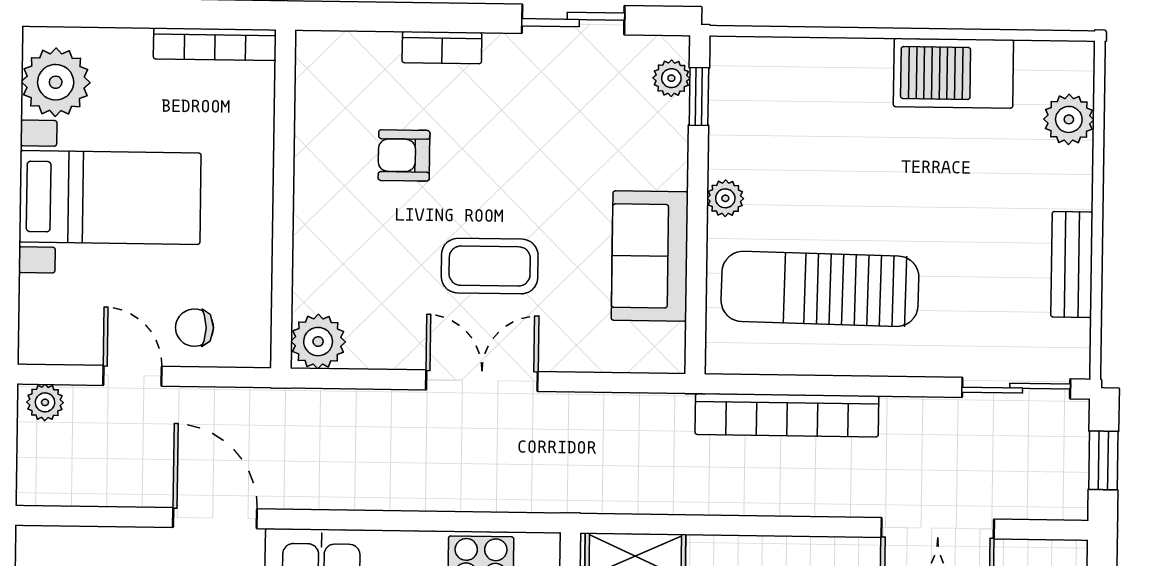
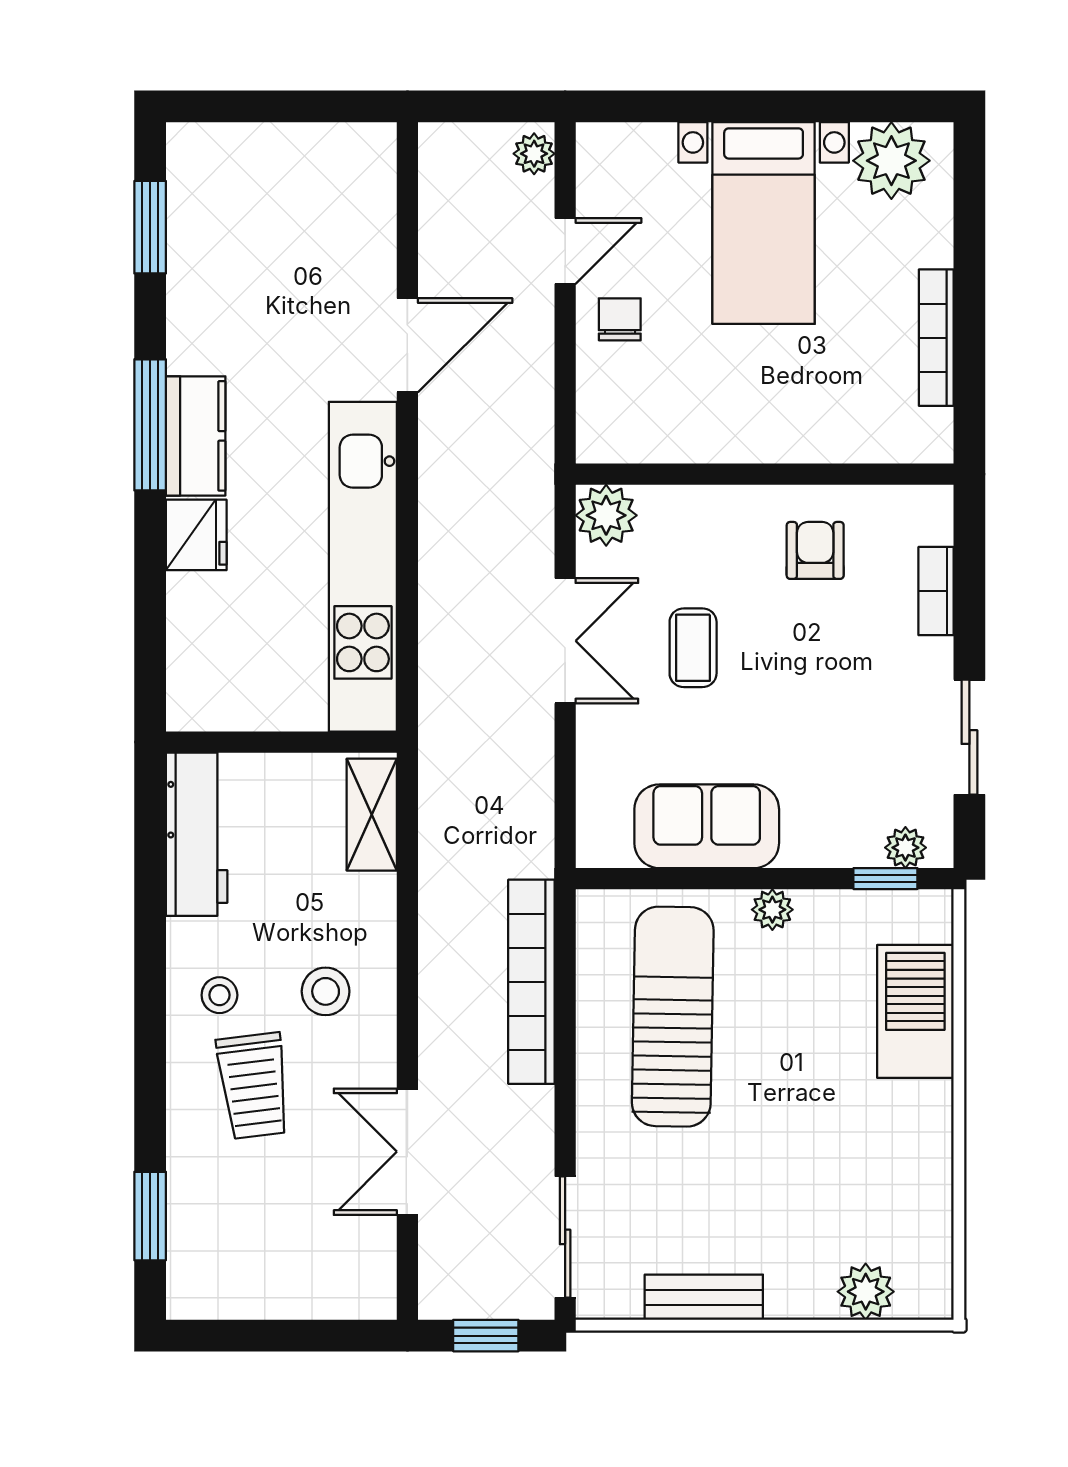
barbecue: (953, 73) -> (915, 1011), moved
wall: (283, 199) -> (765, 474), moved
coffee table: (490, 266) -> (693, 648), width x0.73, depth x0.77
plant: (318, 342) -> (606, 515), moved

